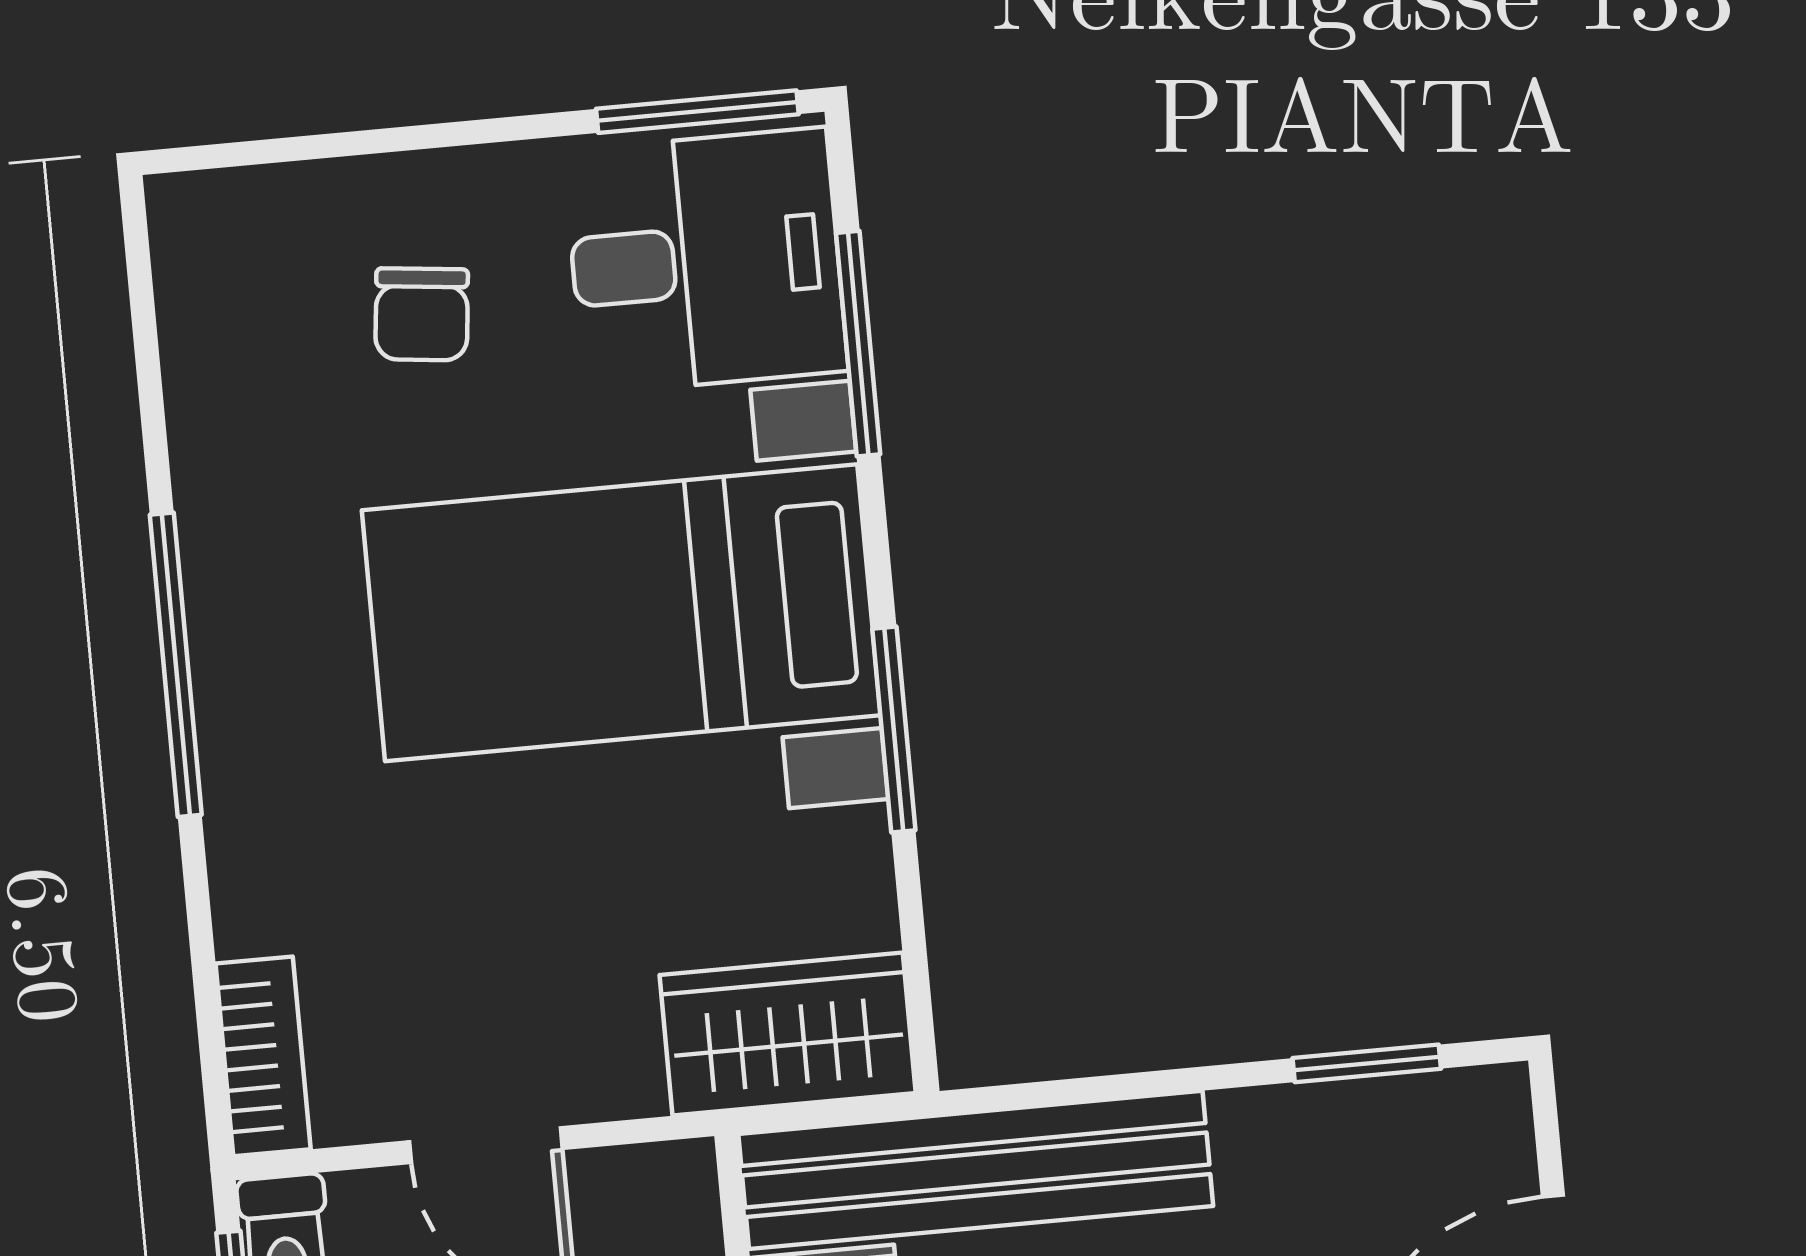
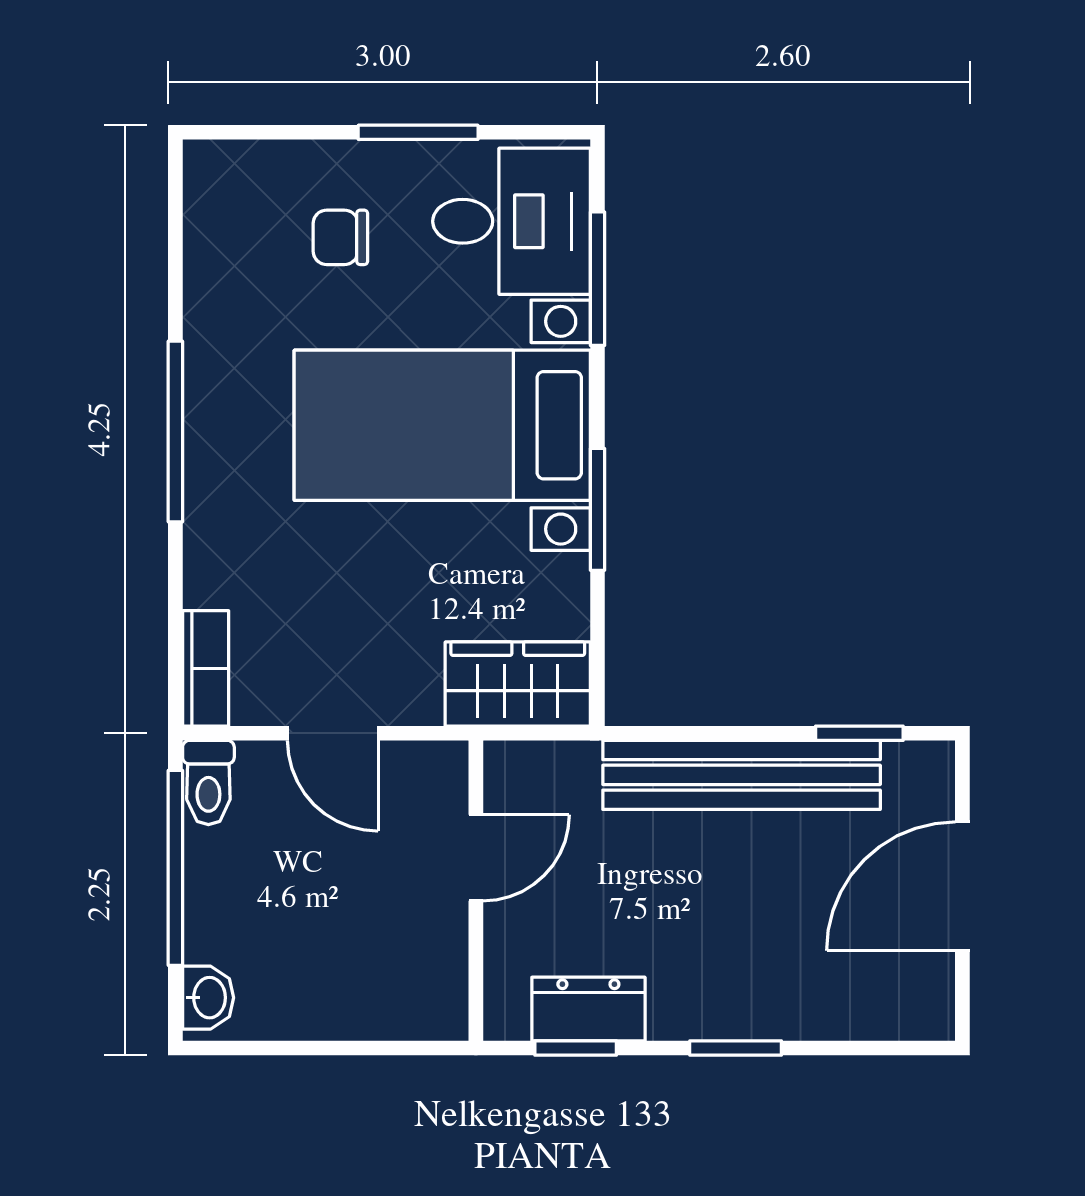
window: (697, 112) -> (418, 132), moved
chair: (422, 314) -> (340, 237), turned 84
bench: (976, 1170) -> (742, 775), moved

